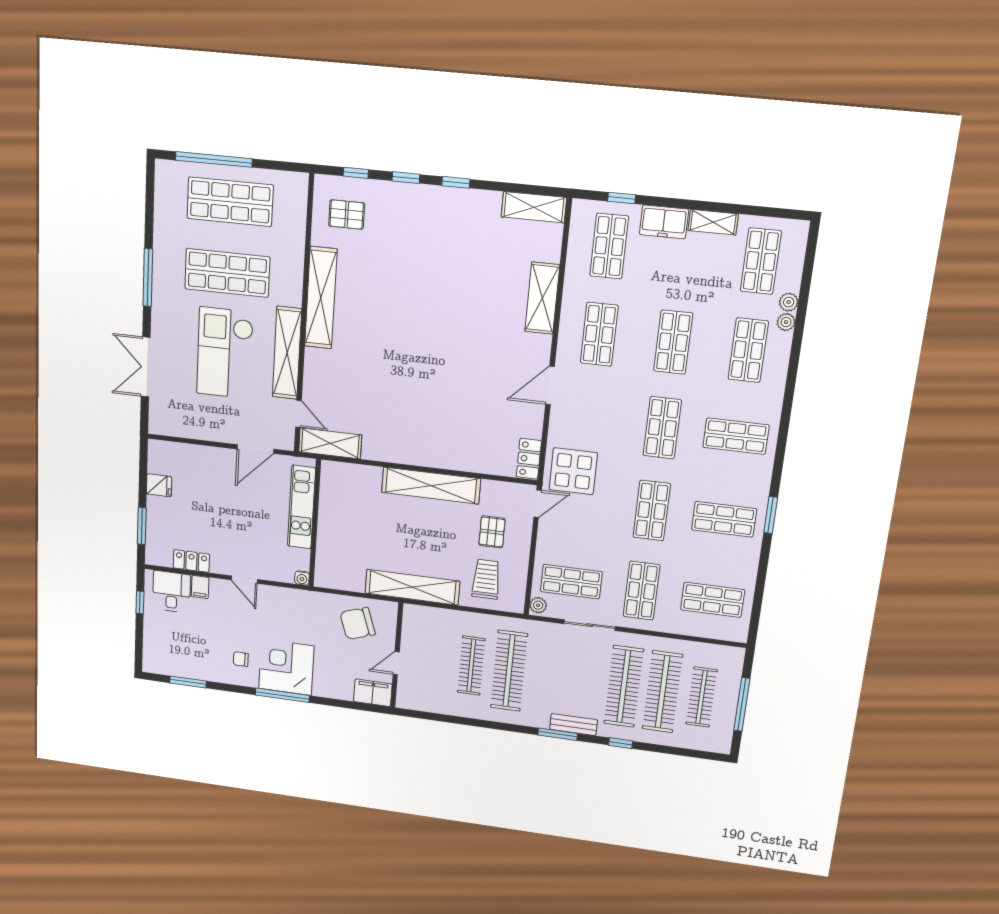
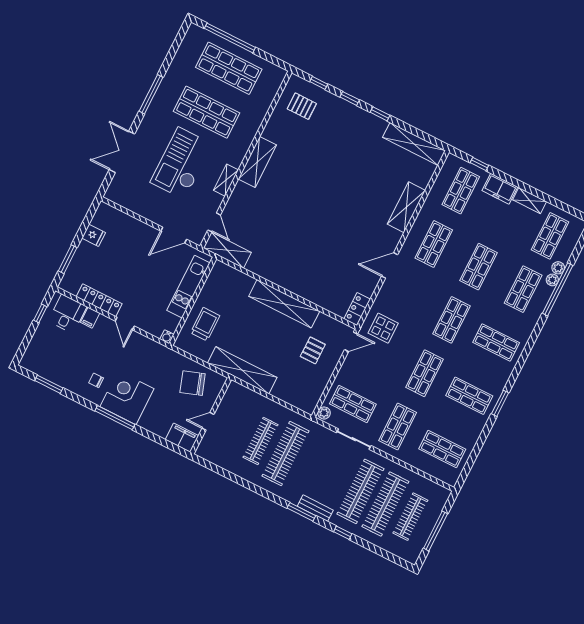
shelving: (534, 207) -> (414, 144), width x1.47
shelving: (321, 298) -> (257, 162), width x0.68
window: (798, 332) -> (558, 289), added
shelving: (287, 353) -> (226, 180), width x0.45, depth x0.75
display table: (573, 471) -> (383, 328), width x0.73, depth x0.73
locker: (191, 561) -> (99, 300), width x1.53
trolley: (486, 579) -> (205, 324), moved

